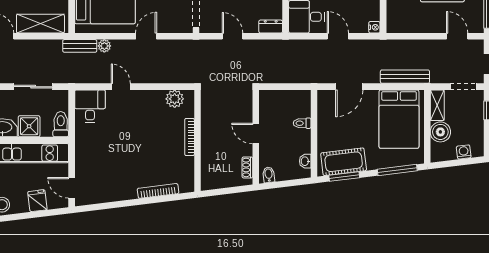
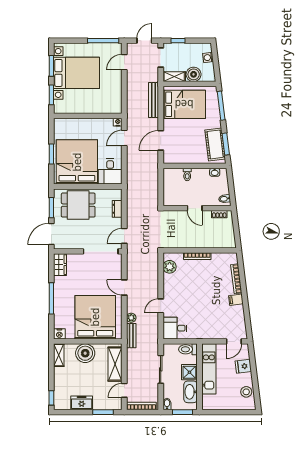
dresser: (271, 27) -> (117, 209), moved
door: (233, 36) -> (124, 236), moved
door: (338, 36) -> (124, 138), moved
door: (349, 87) -> (161, 140), swing flipped
door: (256, 134) -> (195, 208), hinge flipped
filing cabinet: (129, 190) -> (236, 300), added

